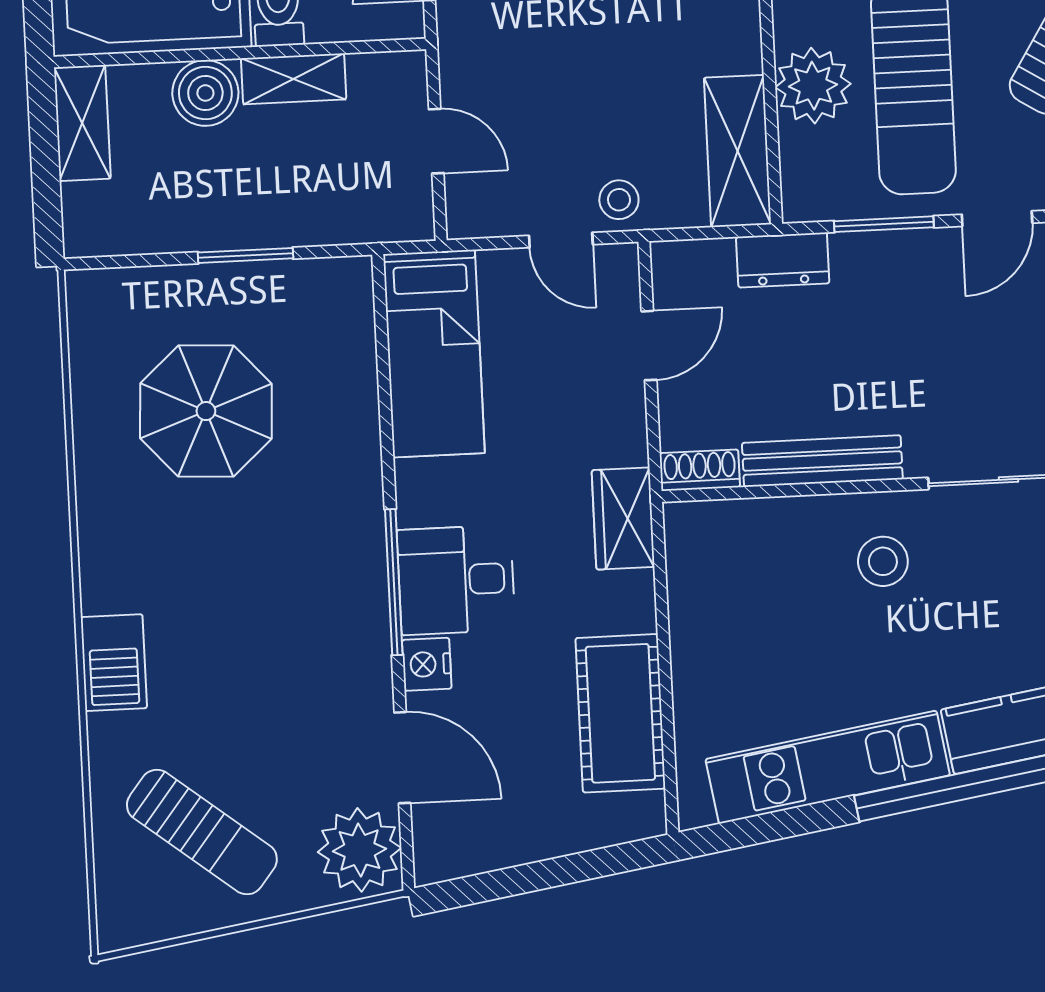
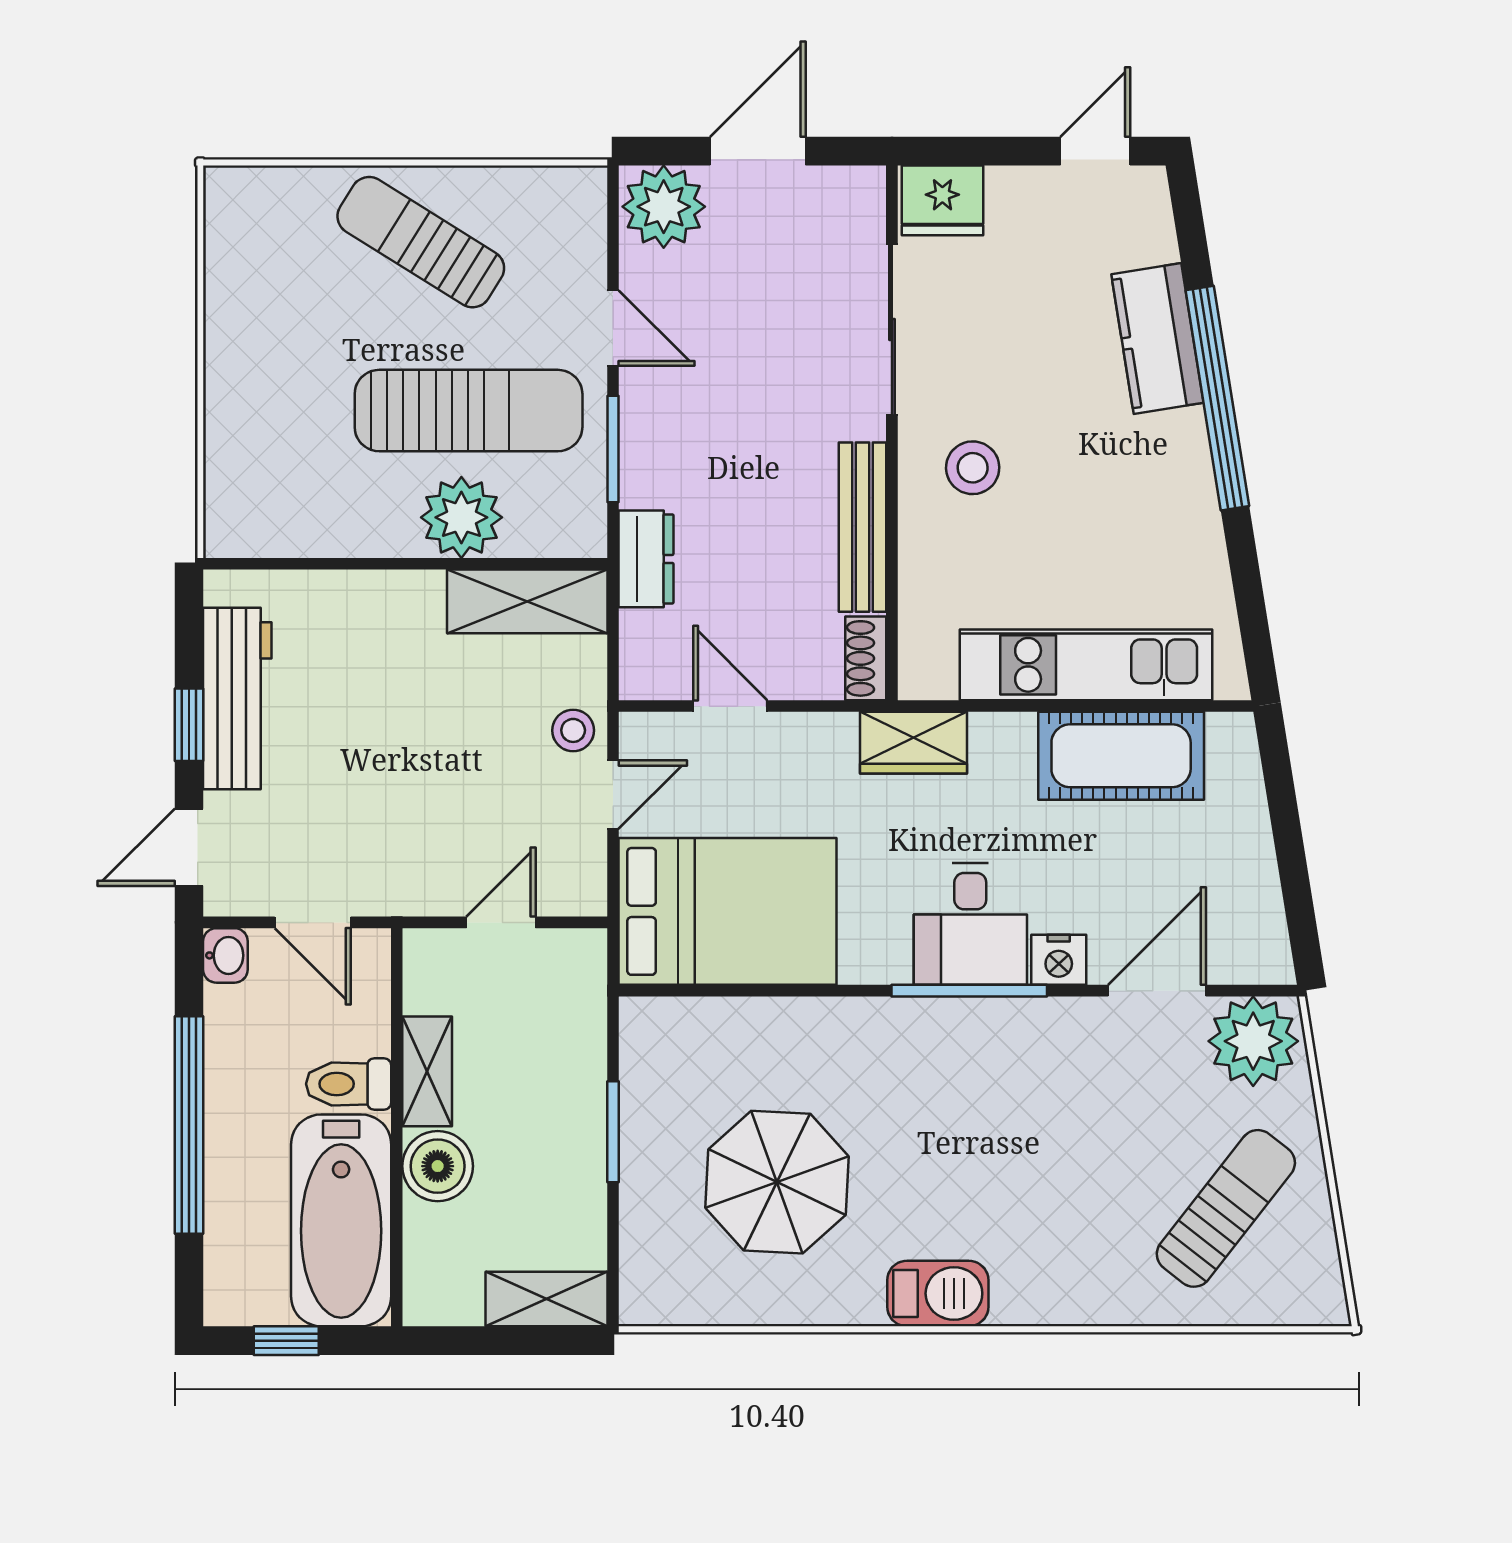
shelving: (82, 123) -> (546, 1299), moved
bed: (434, 354) -> (728, 911), width x1.50
barbecue: (114, 663) -> (938, 1293), moved
kitchen unit: (828, 767) -> (1086, 665), moved, turned 99

